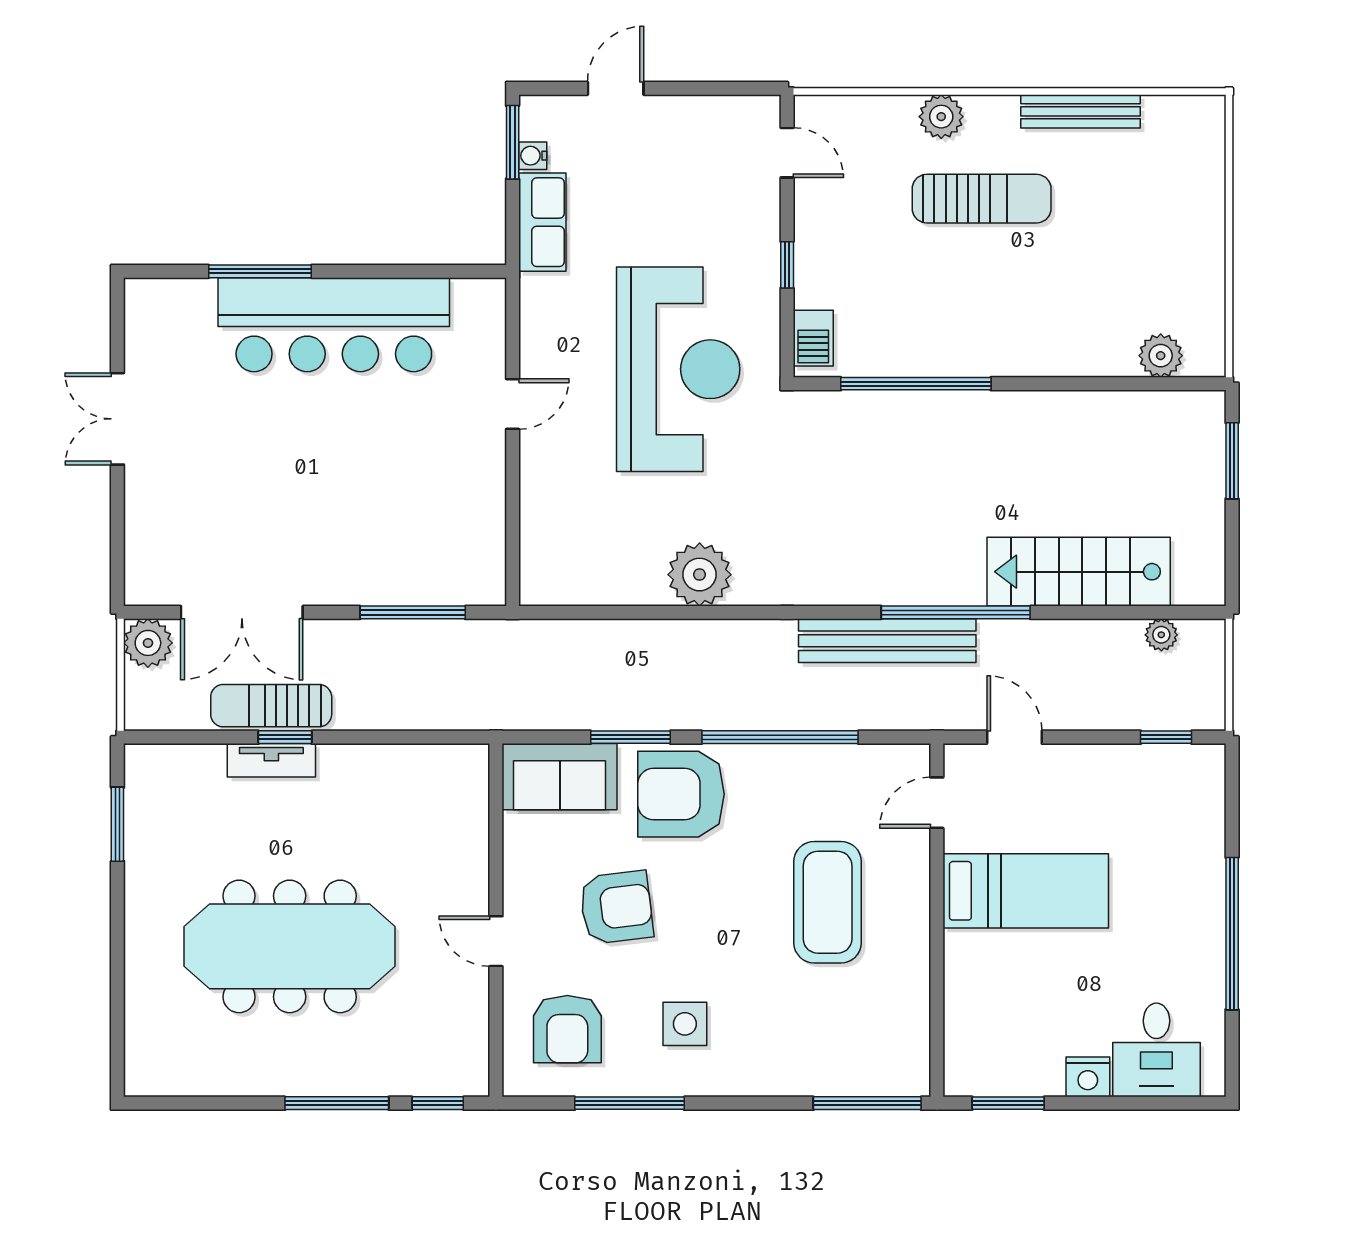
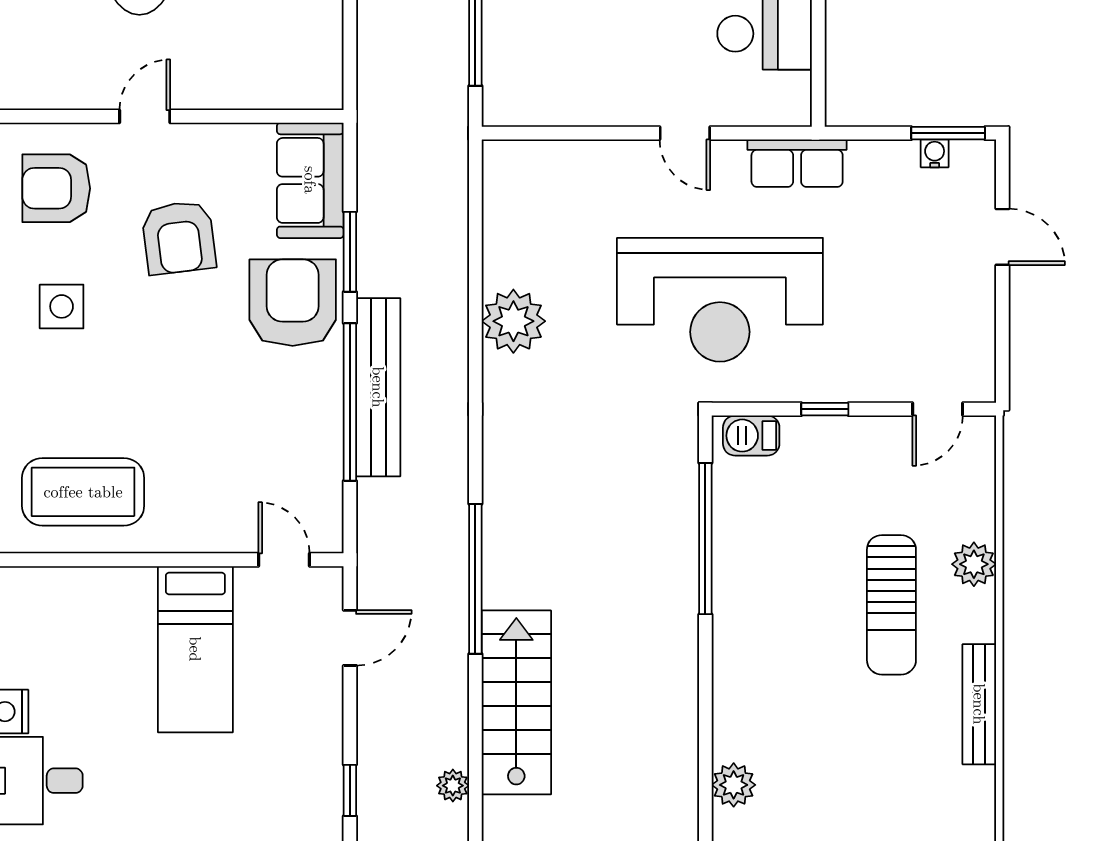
row of seats: (542, 222) -> (797, 163), moved
bench: (887, 641) -> (378, 387), moved
coffee table: (828, 902) -> (83, 492), moved

